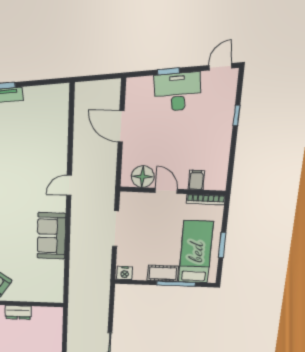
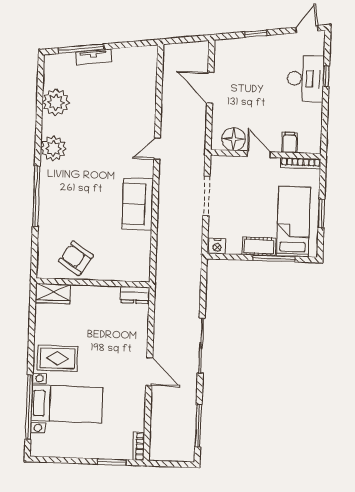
desk: (178, 92) -> (306, 79), moved, turned 97
dresser: (18, 312) -> (135, 295), moved

